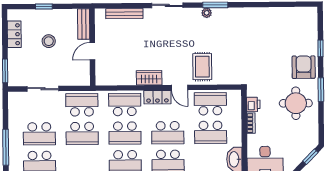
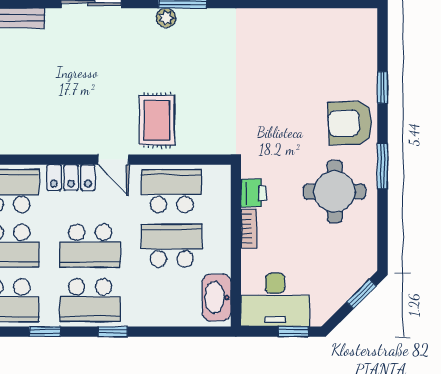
armchair: (304, 67) -> (350, 123), turned -92
wardrobe: (149, 78) -> (55, 141), removed
school desk: (211, 132) -> (172, 246), turned 180

